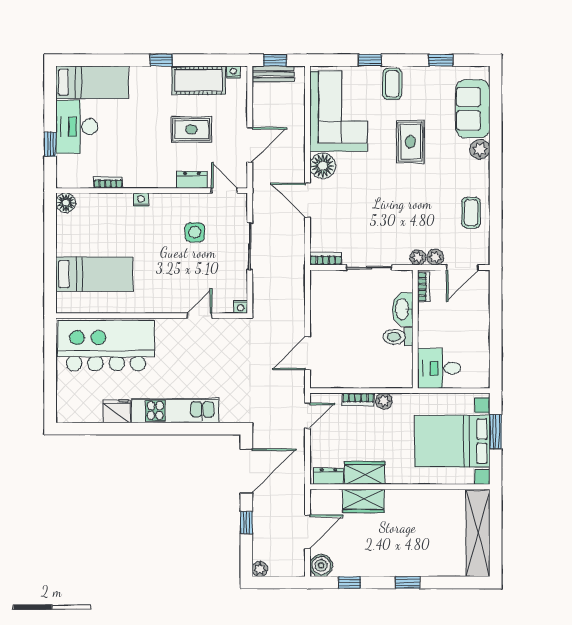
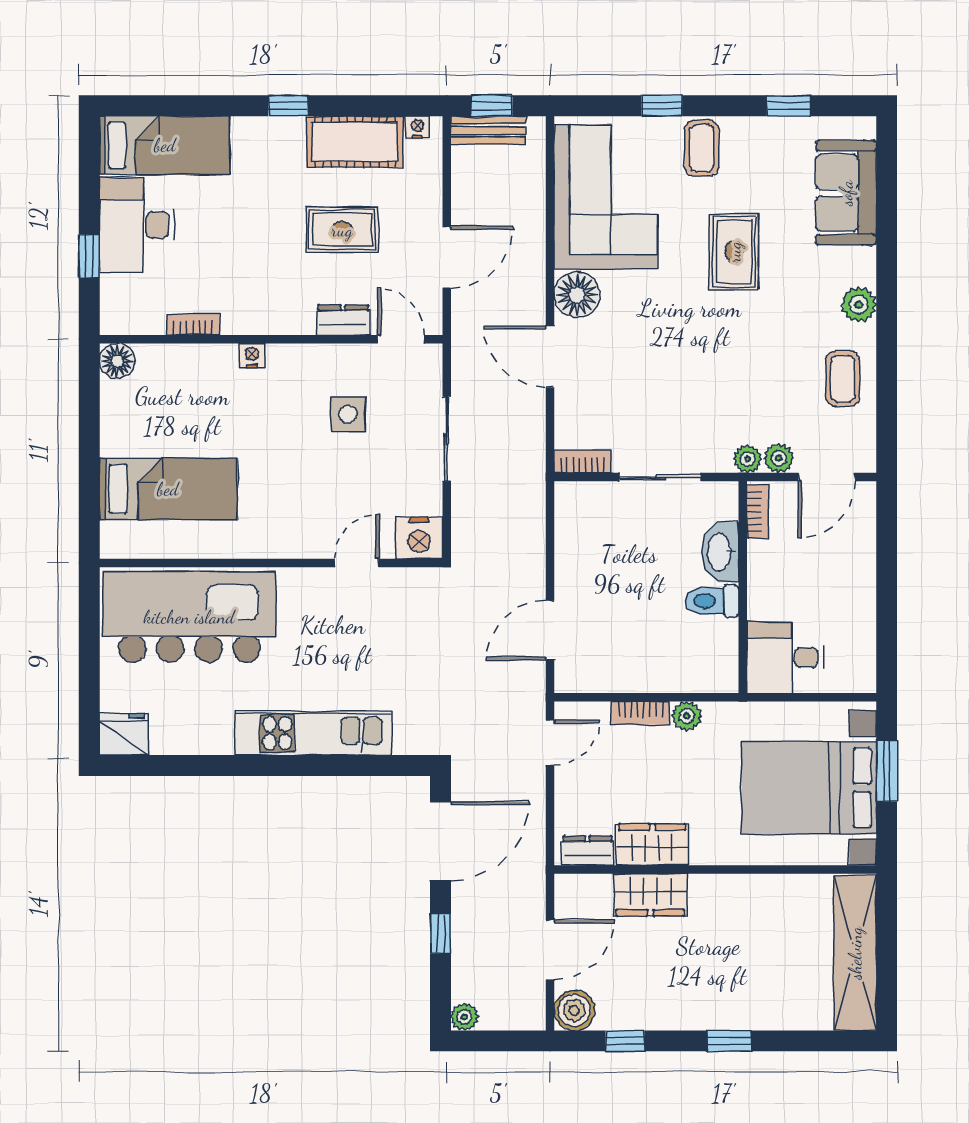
plant: (480, 149) -> (859, 304), moved
nightstand: (241, 307) -> (419, 538), width x1.89, depth x1.79
fridge: (117, 411) -> (124, 734), moved

